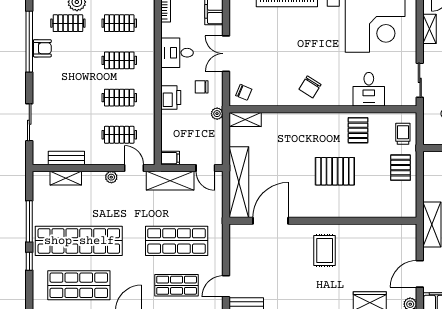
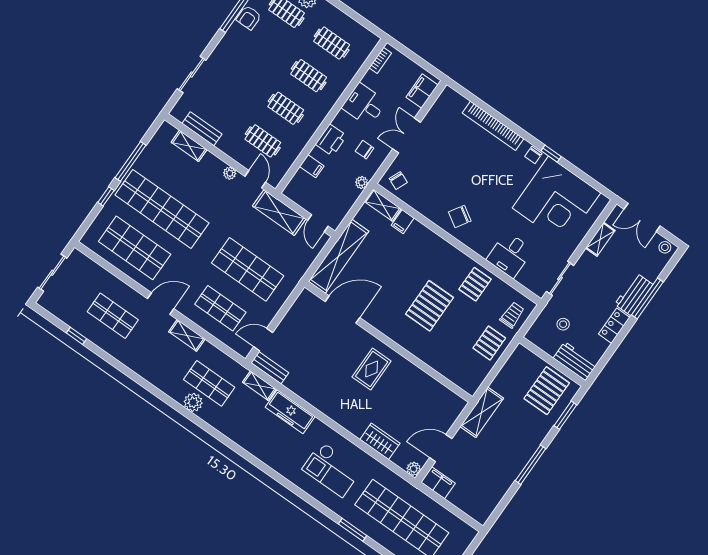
armchair: (42, 48) -> (249, 18), turned 90
filing cabinet: (269, 121) -> (403, 222), added
filing cabinet: (170, 158) -> (312, 166), moved
pallet: (335, 171) -> (429, 306), turned 90

